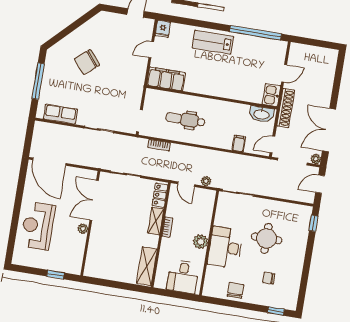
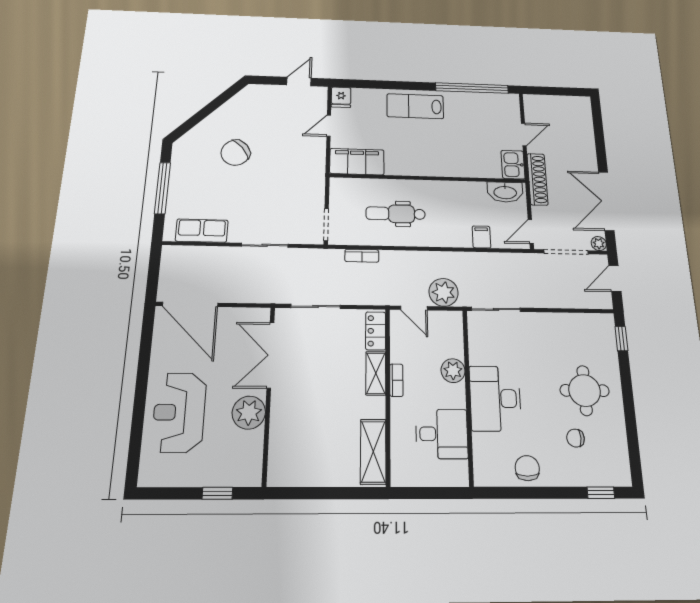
plant: (206, 181) -> (444, 292), width x1.87, depth x1.87
plant: (83, 229) -> (249, 413), width x1.87, depth x1.87
round table: (267, 238) -> (585, 391), moved
plant: (201, 242) -> (453, 371), moved
desk: (183, 277) -> (442, 434), moved, turned -90

